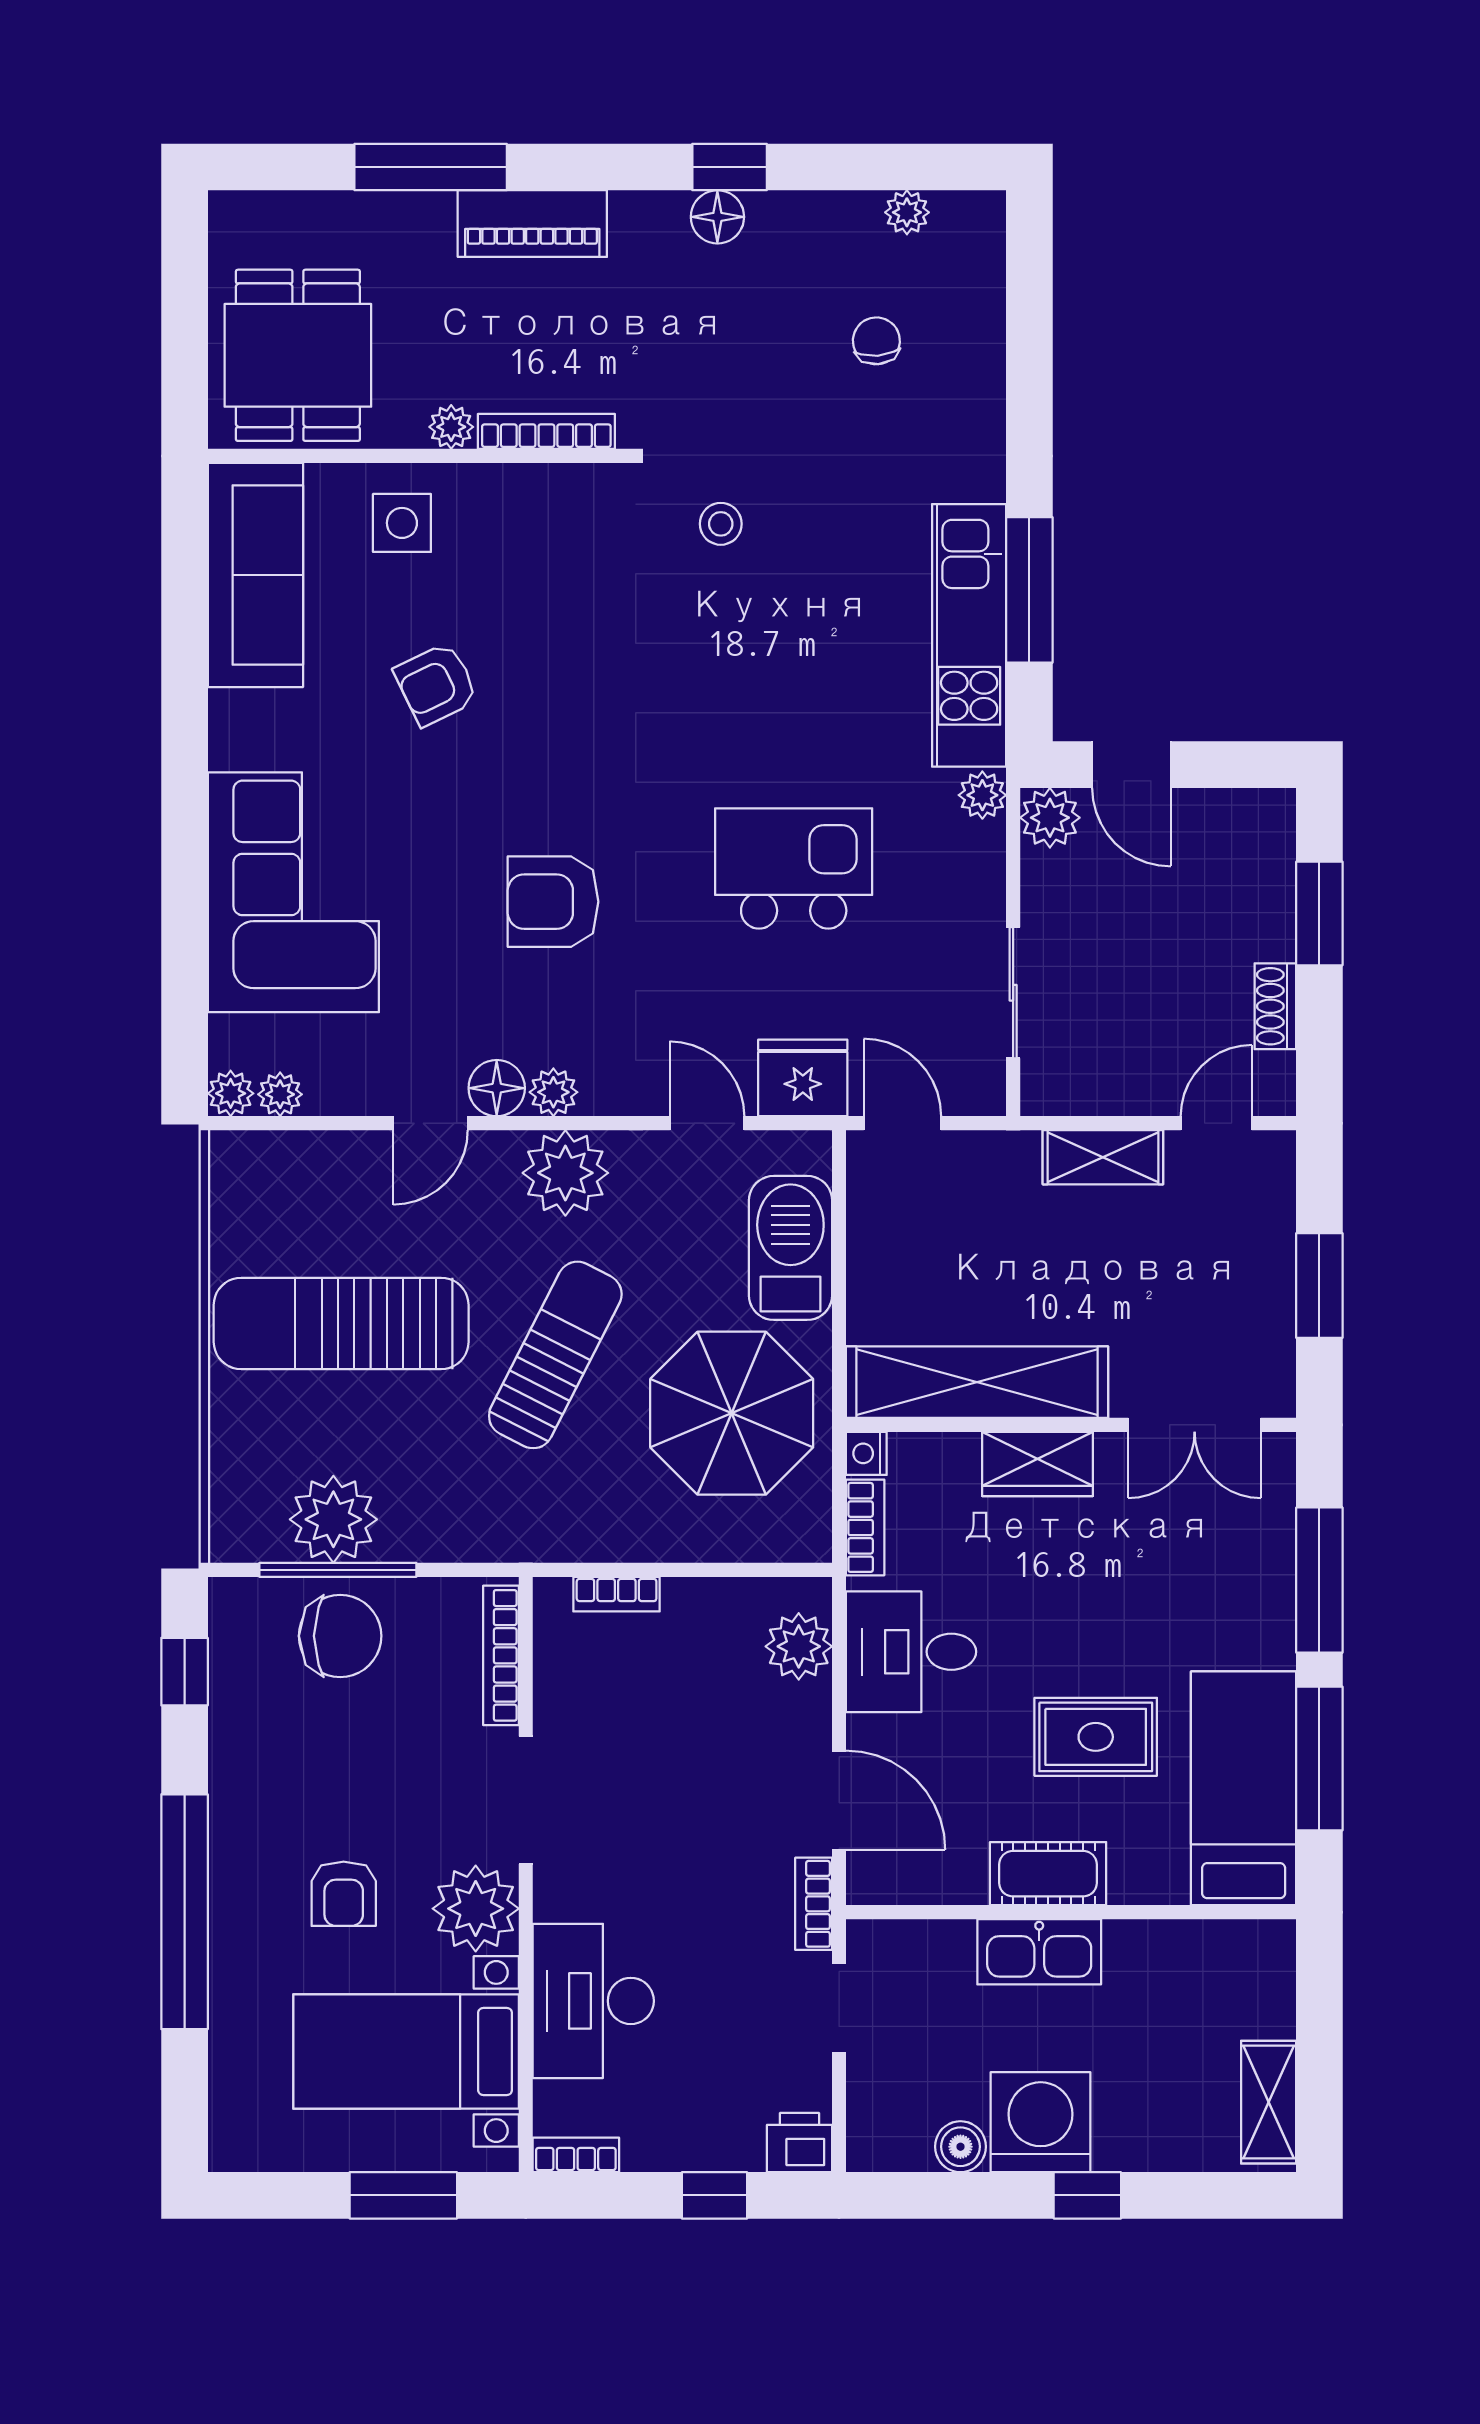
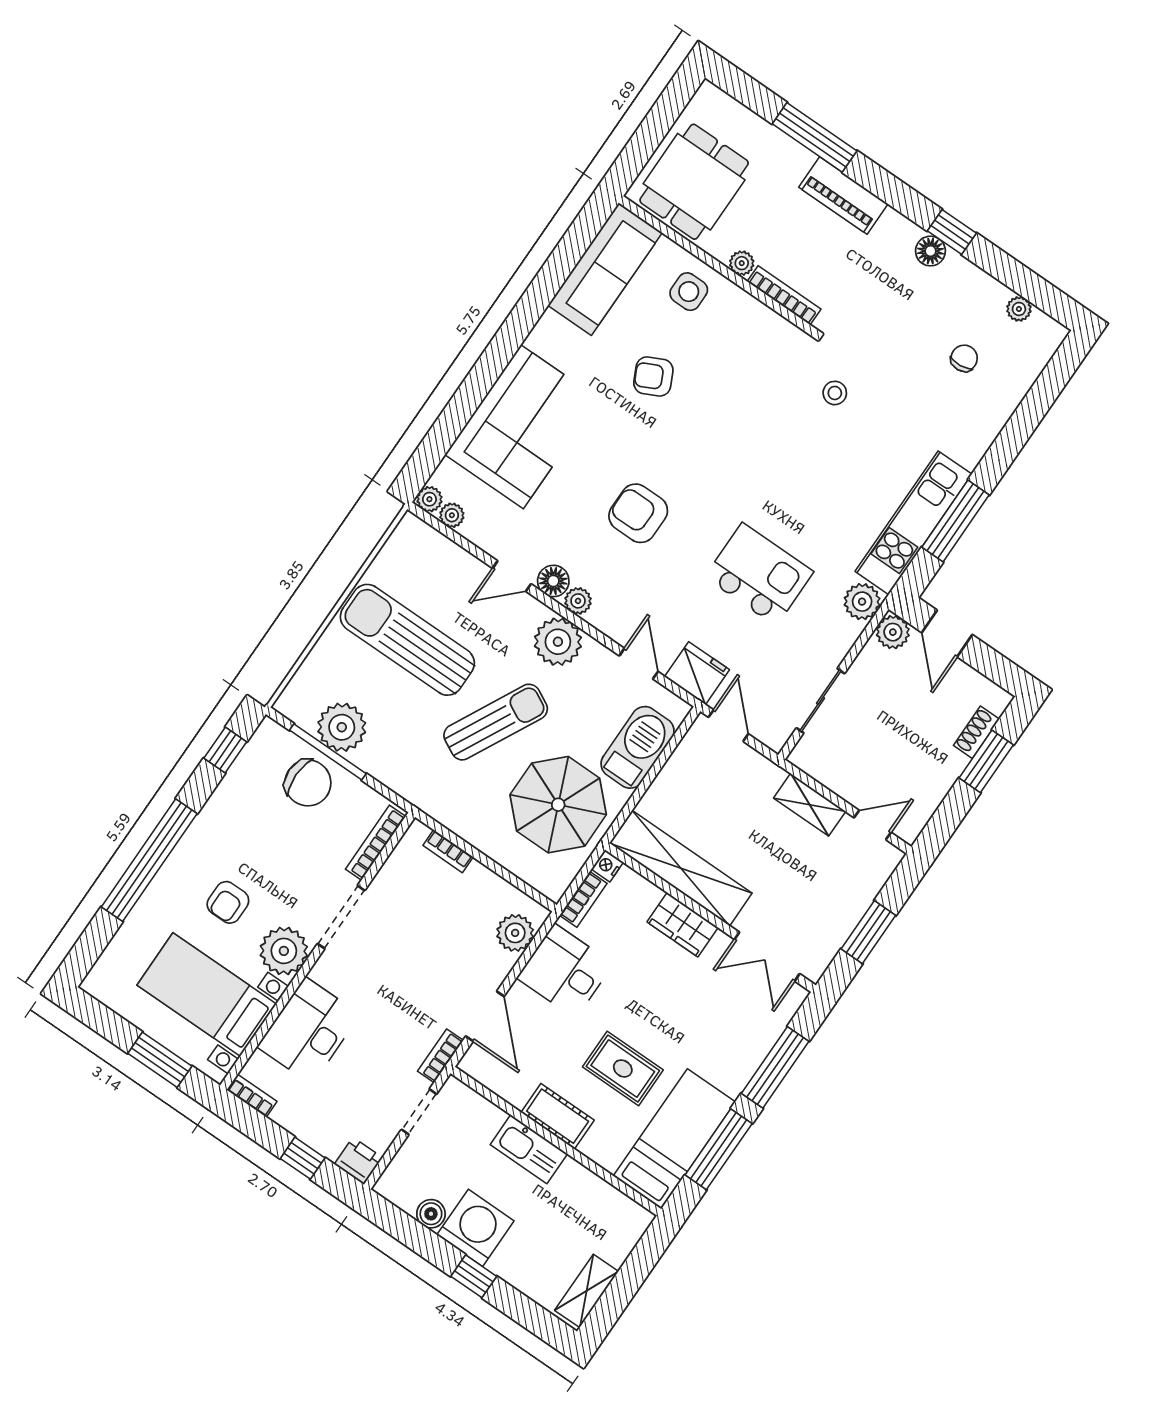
plant: (982, 795) -> (862, 602), width x1.38, depth x1.38
shoe rack: (1275, 1006) -> (976, 732), moved

